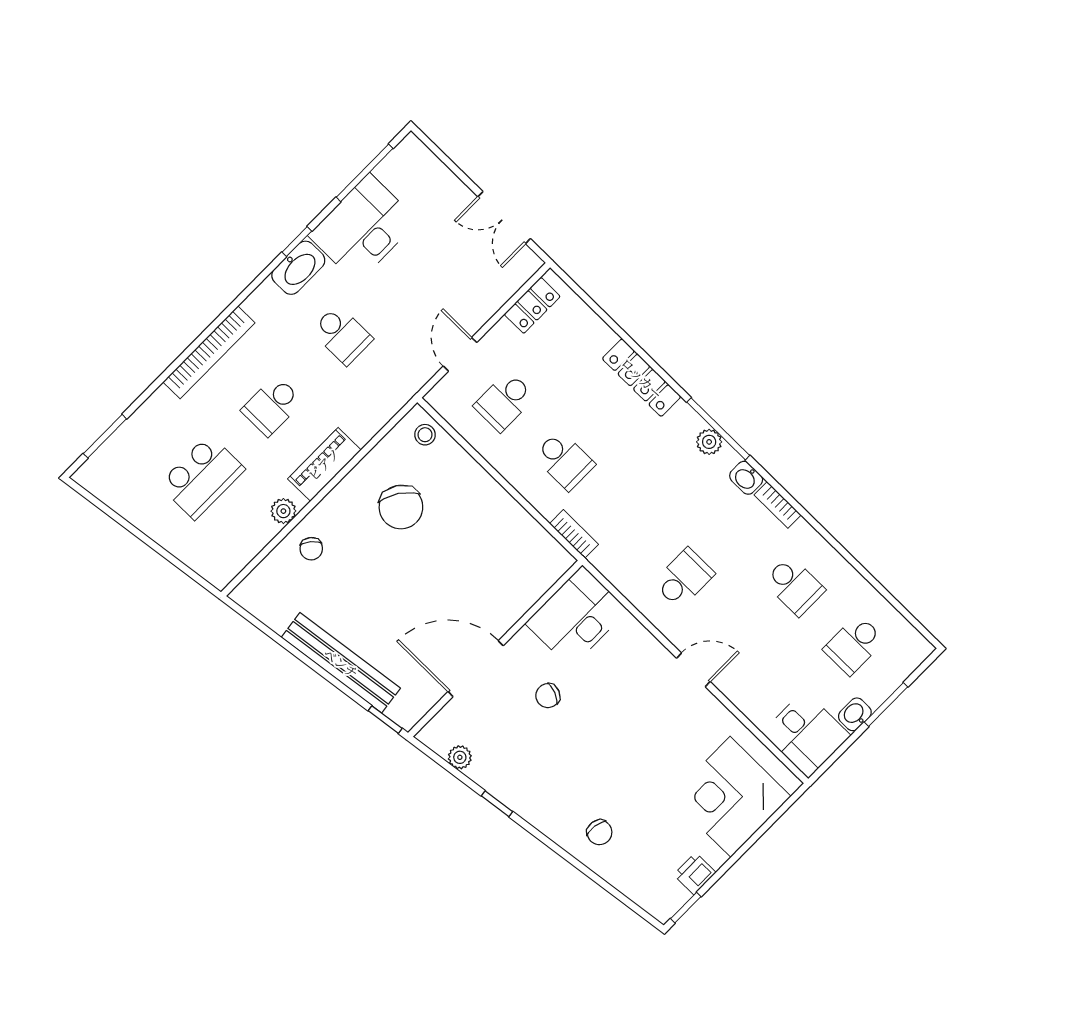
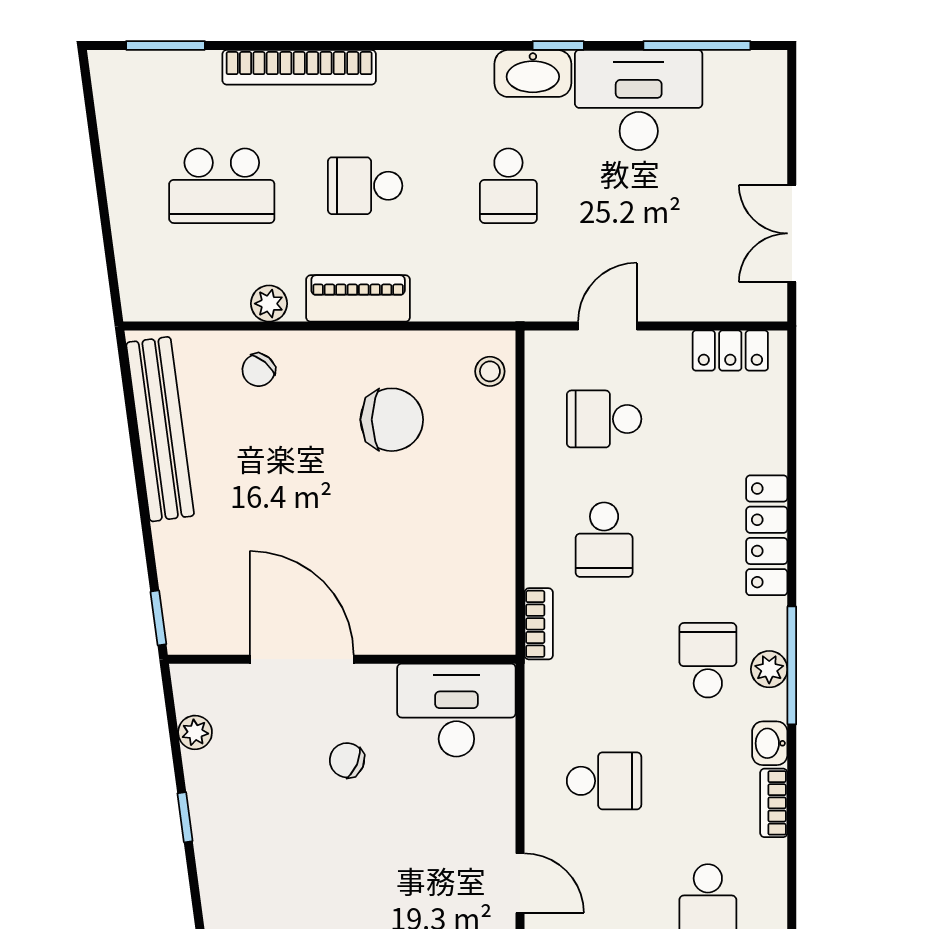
bookcase: (209, 352) -> (299, 67), moved
school desk: (675, 468) -> (708, 660), added
chair: (401, 507) -> (392, 420), turned -124
bench: (341, 663) -> (160, 429), moved

